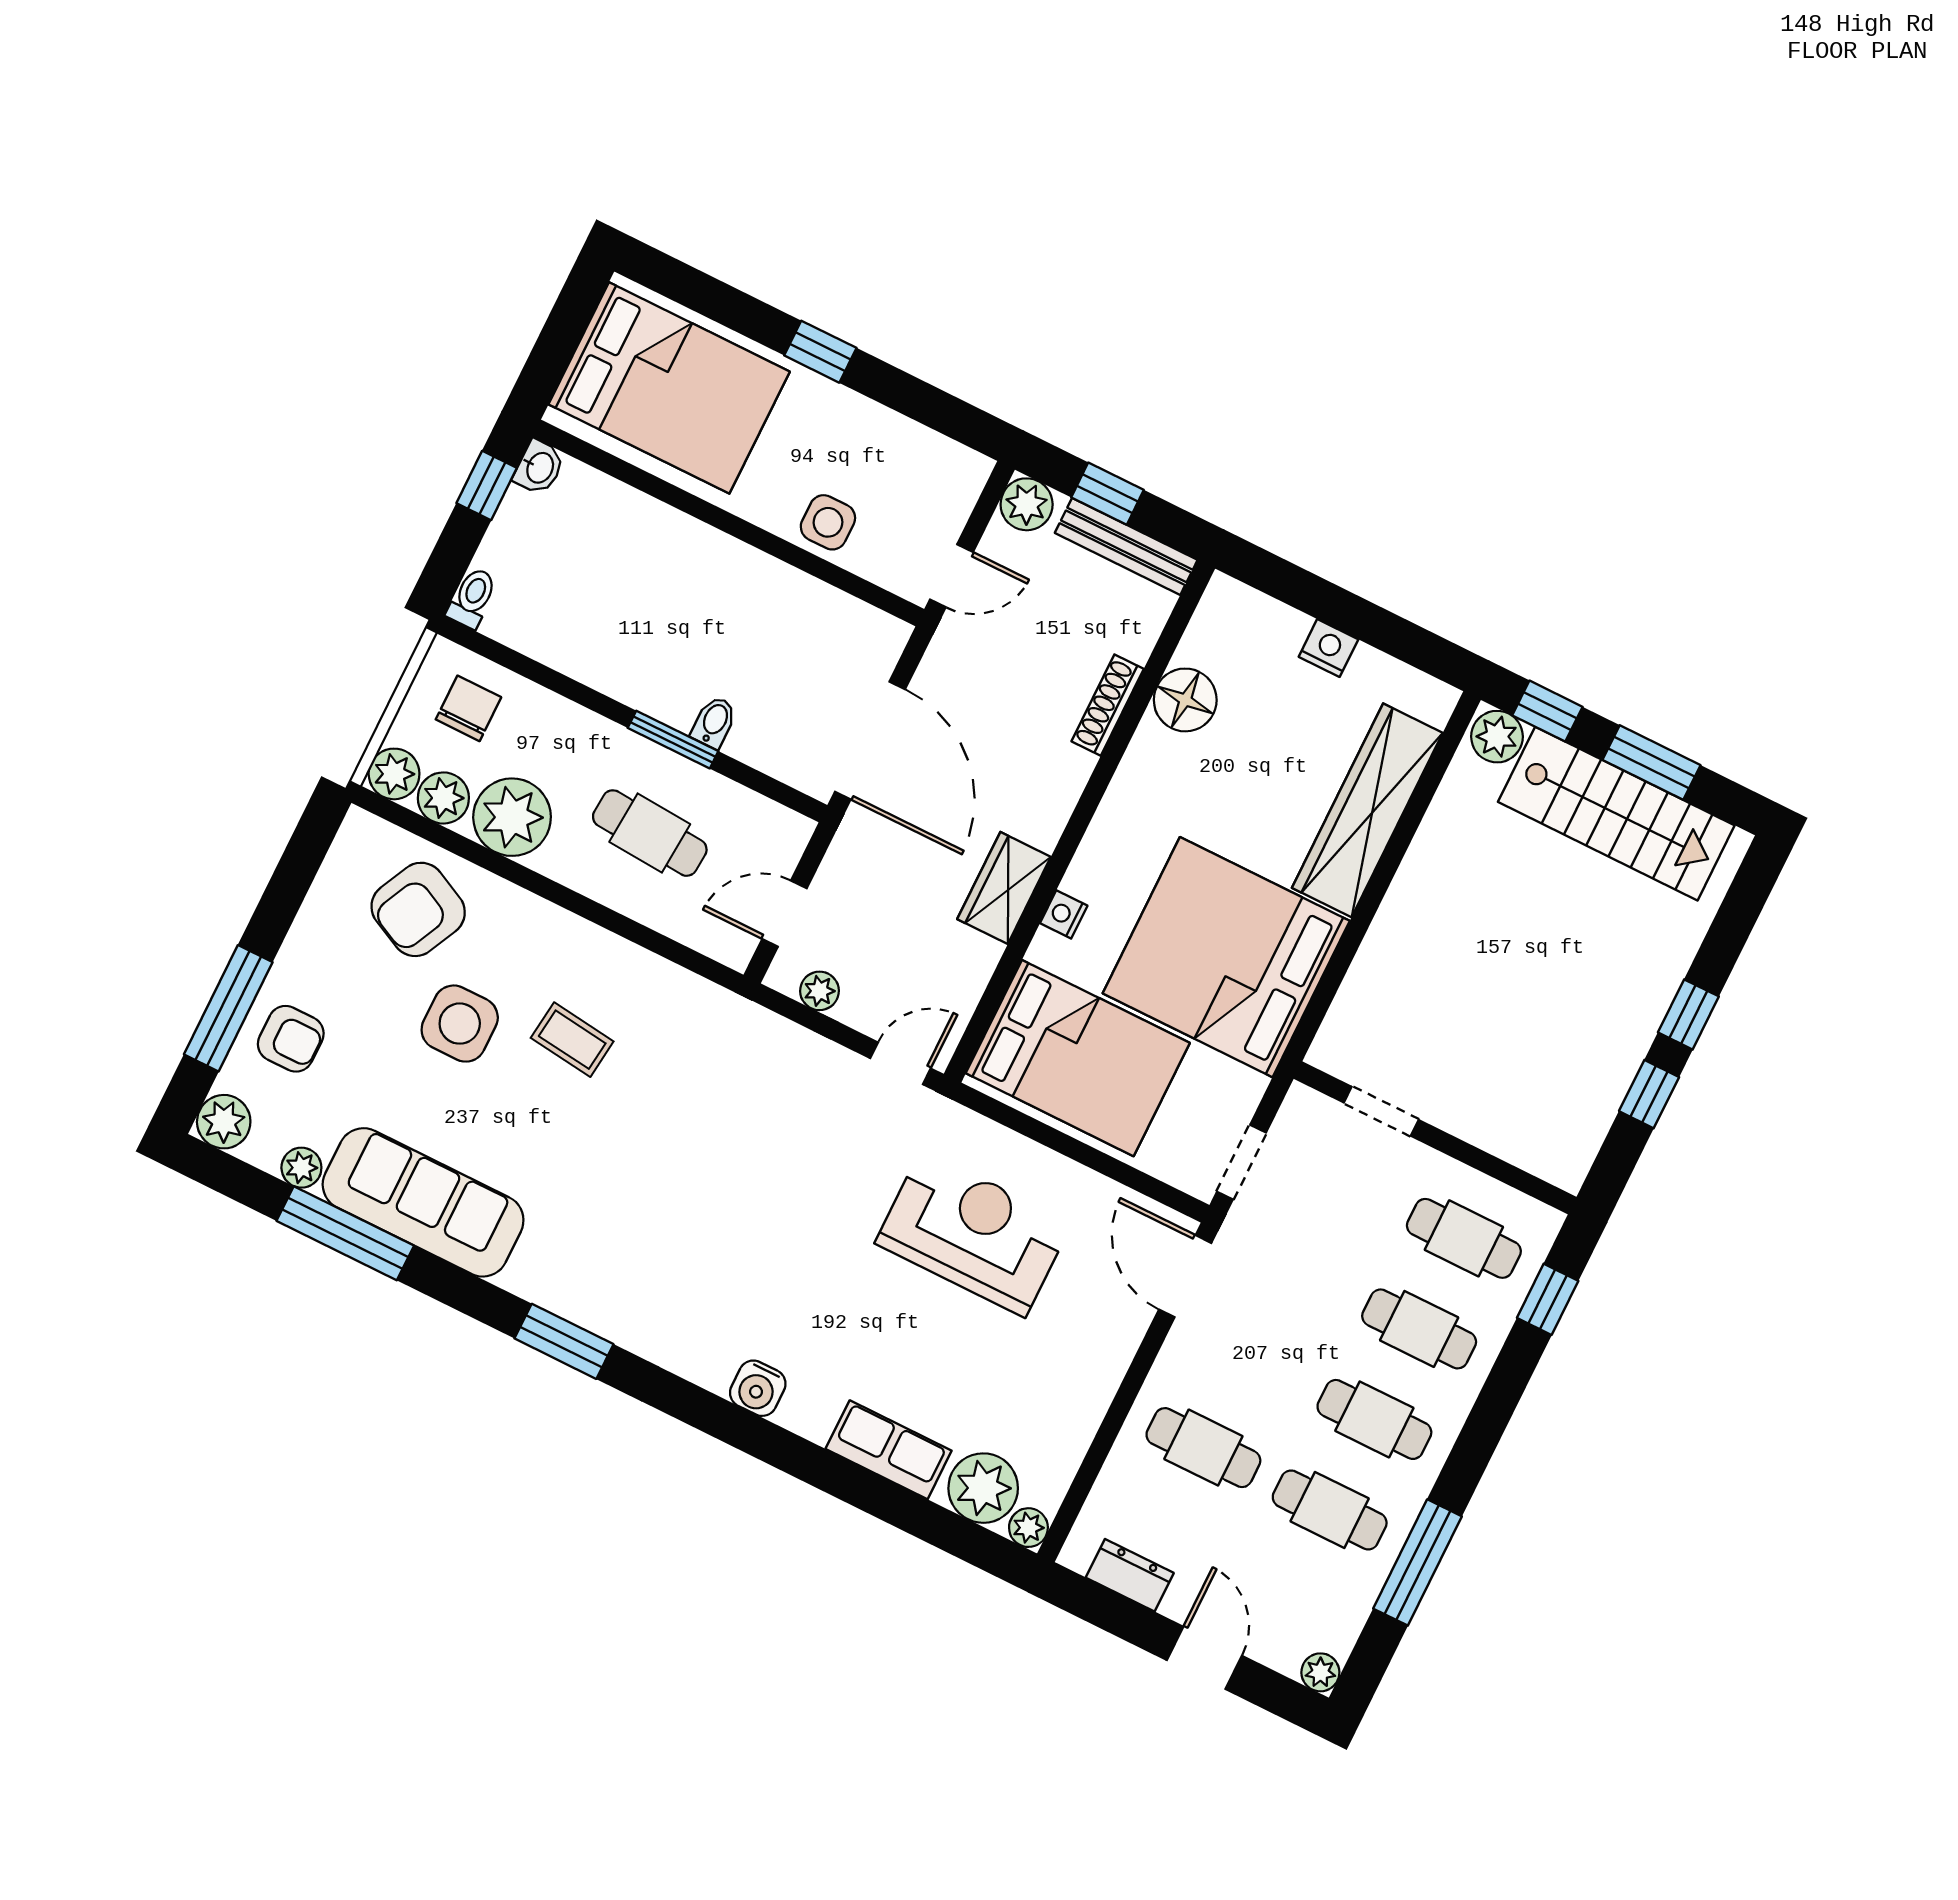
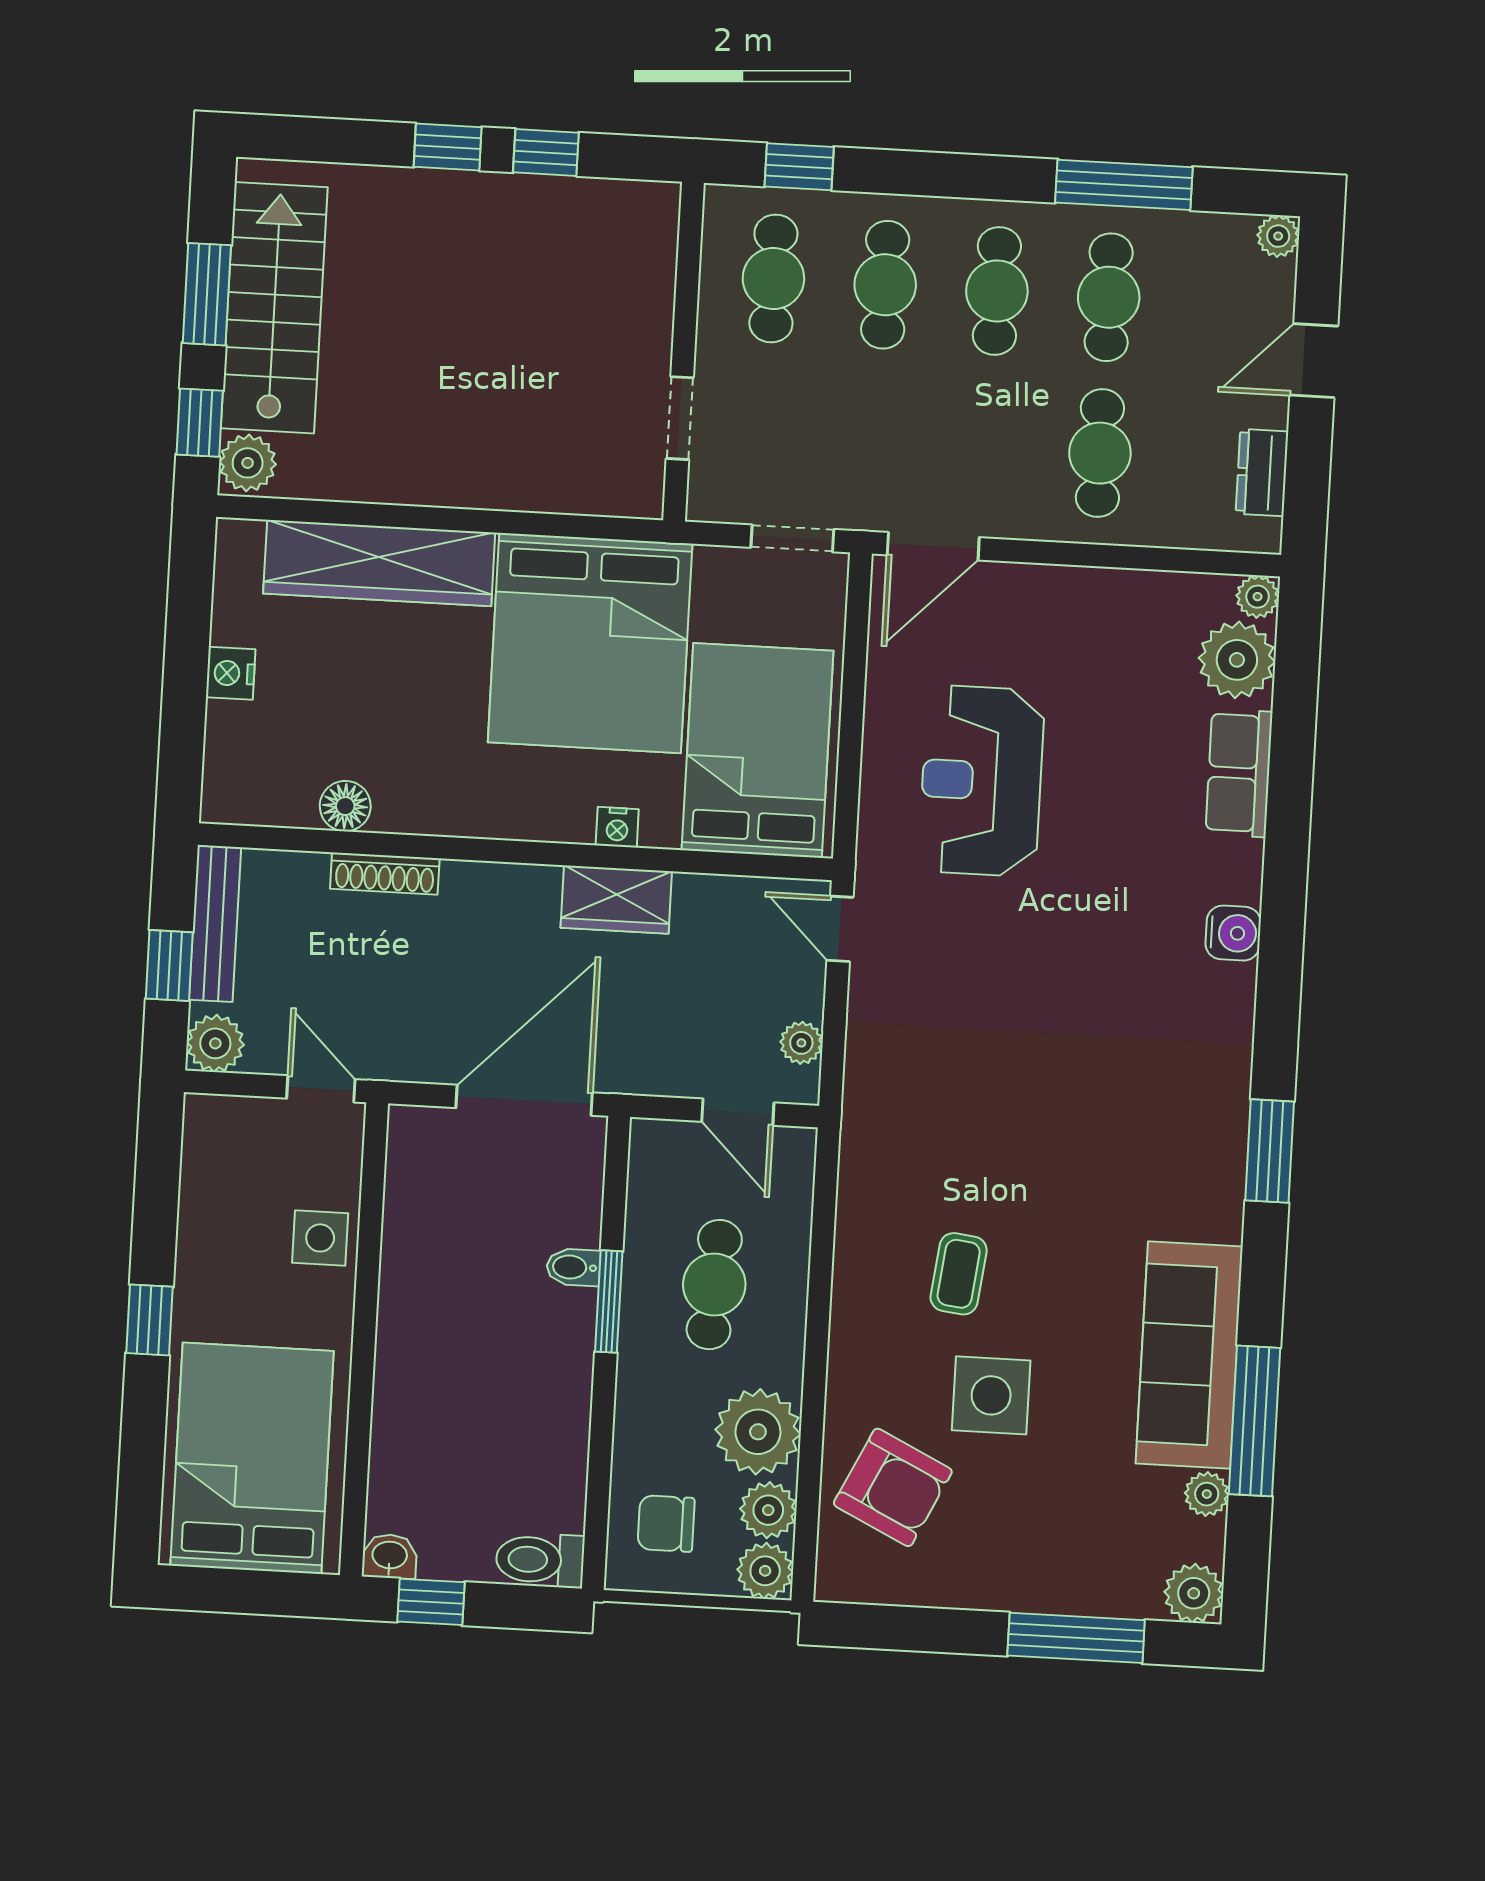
toilet: (472, 598) -> (540, 1560), width x1.37, depth x1.39
floor lamp: (1185, 700) -> (345, 806), width x0.73, depth x0.73
armchair: (291, 1039) -> (1080, 1561), removed

